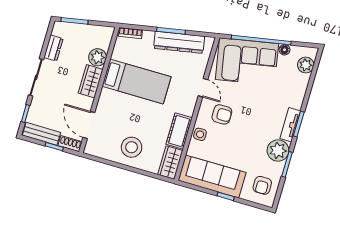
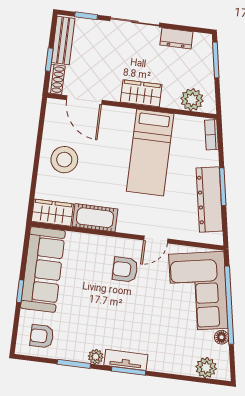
plant: (98, 57) -> (192, 100), moved
armchair: (222, 114) -> (125, 270), turned 90
door: (89, 125) -> (84, 100), swing flipped
side table: (200, 134) -> (95, 245), removed
plant: (278, 151) -> (96, 357), width x0.53, depth x0.53

